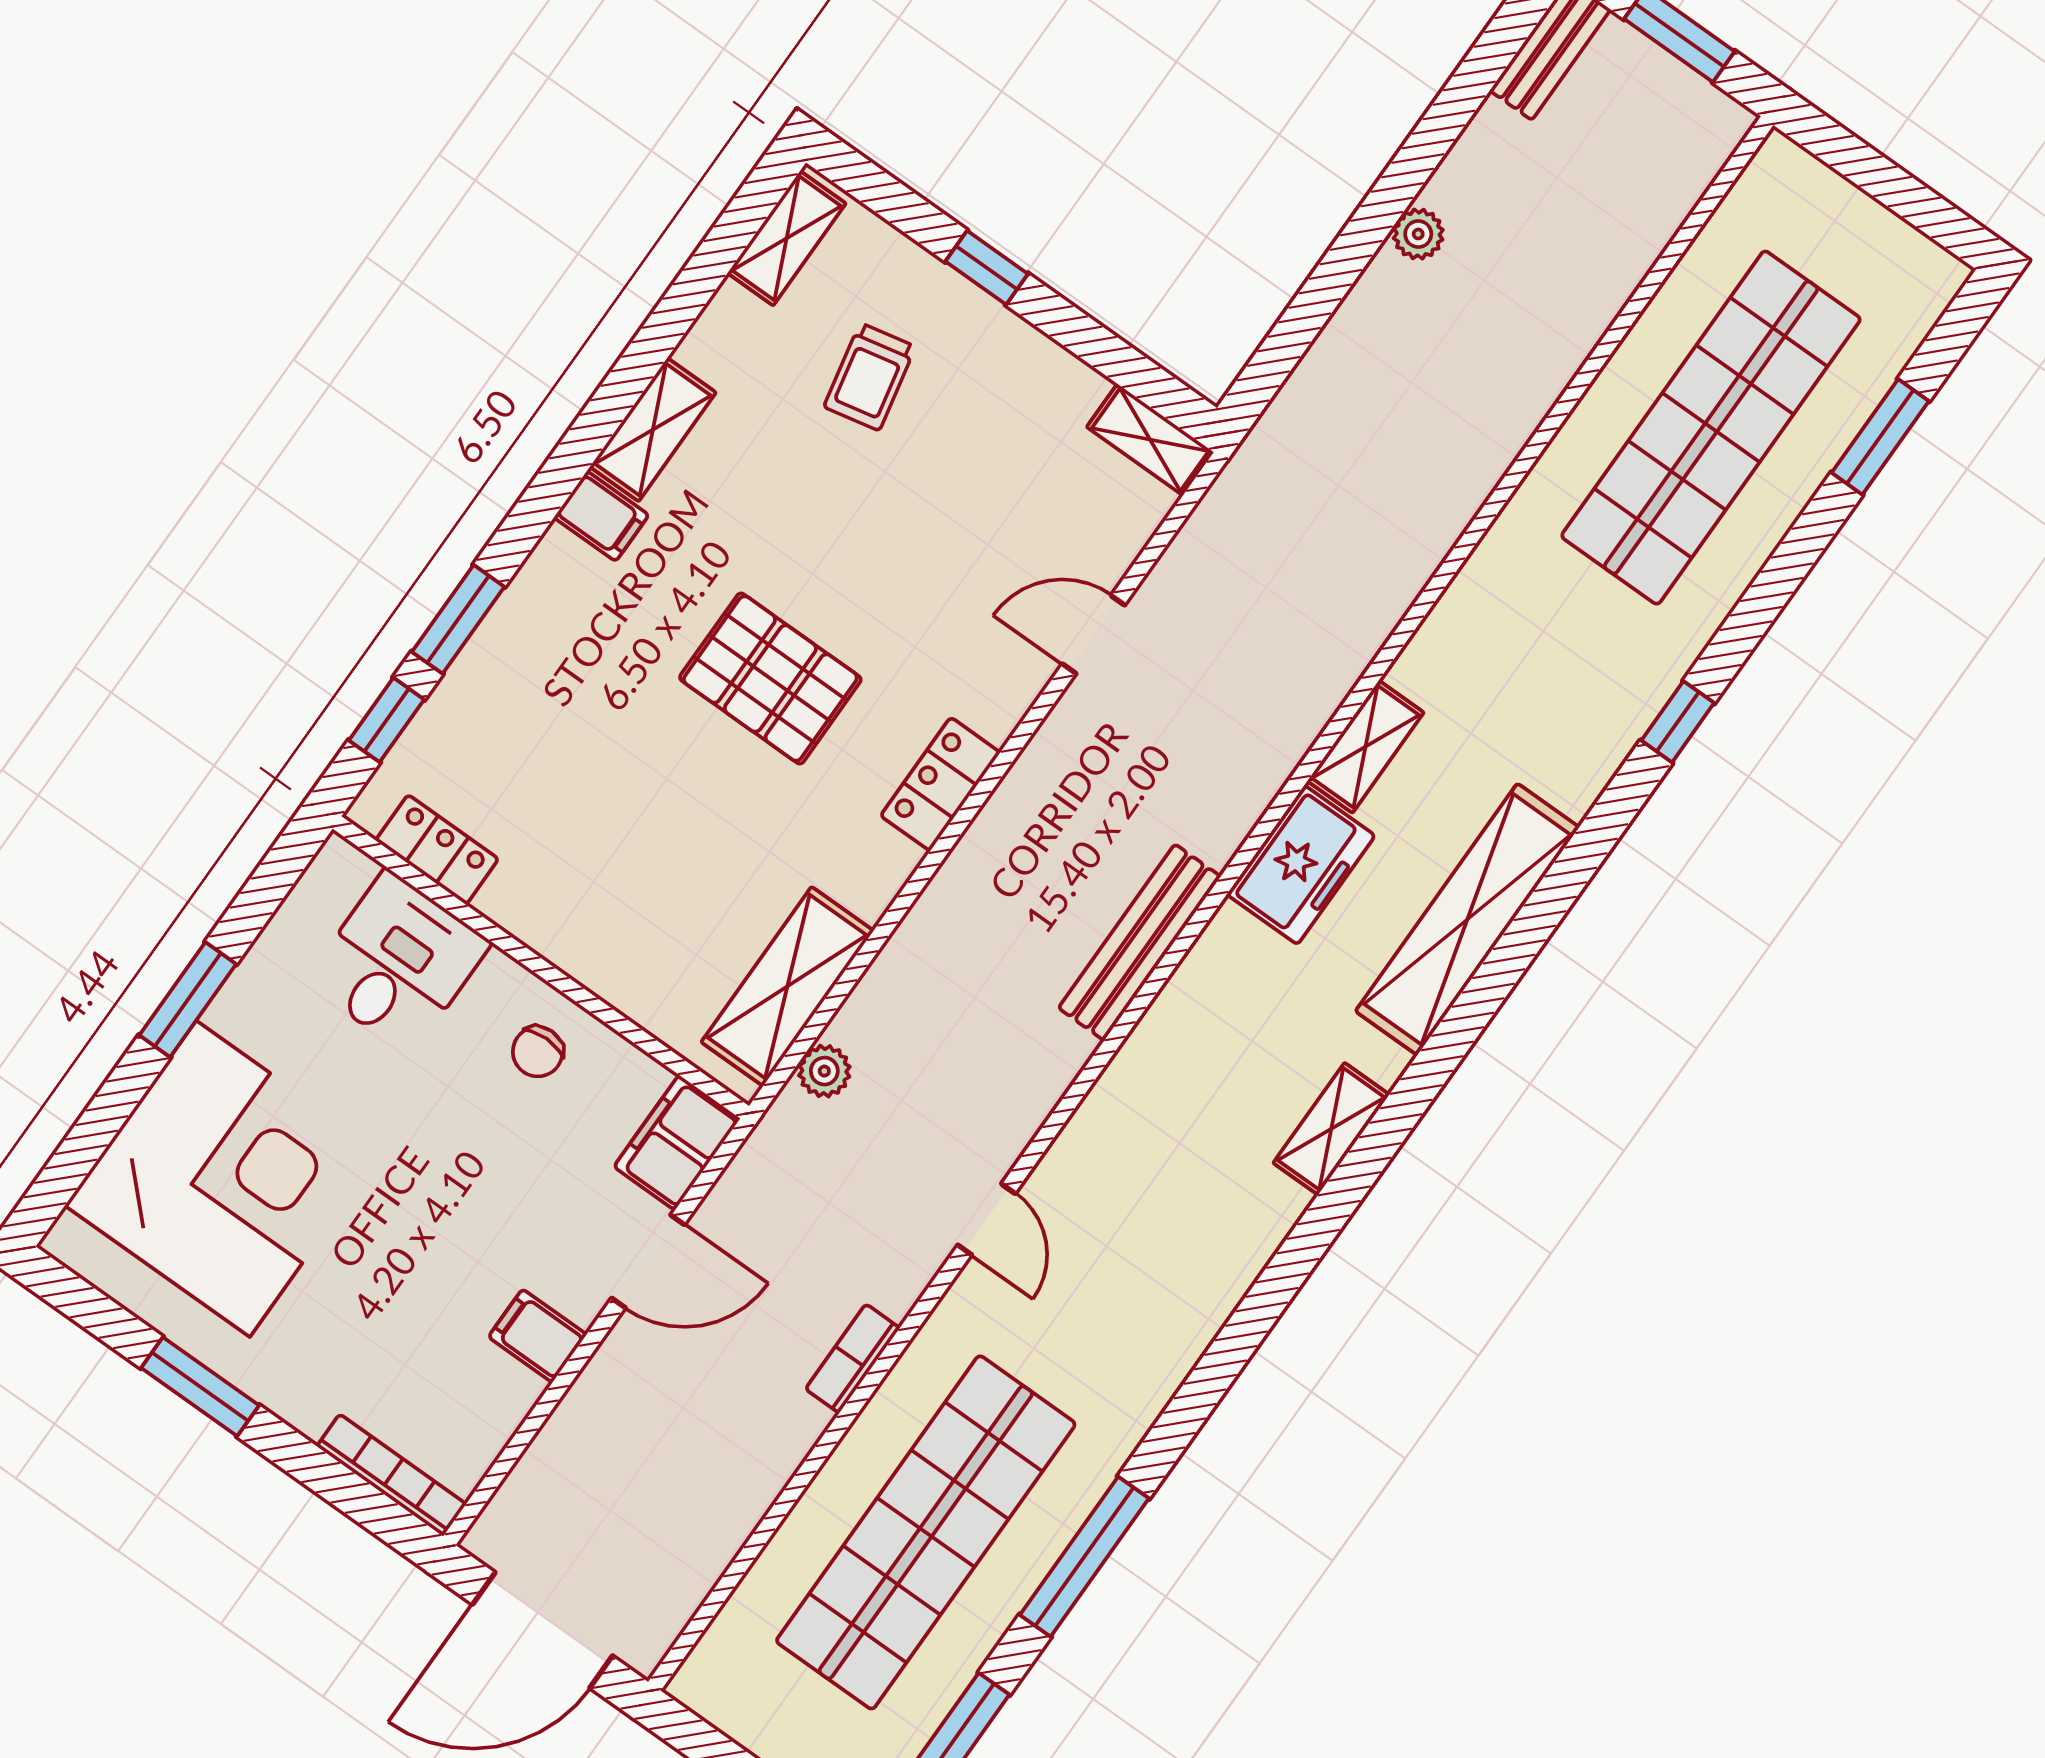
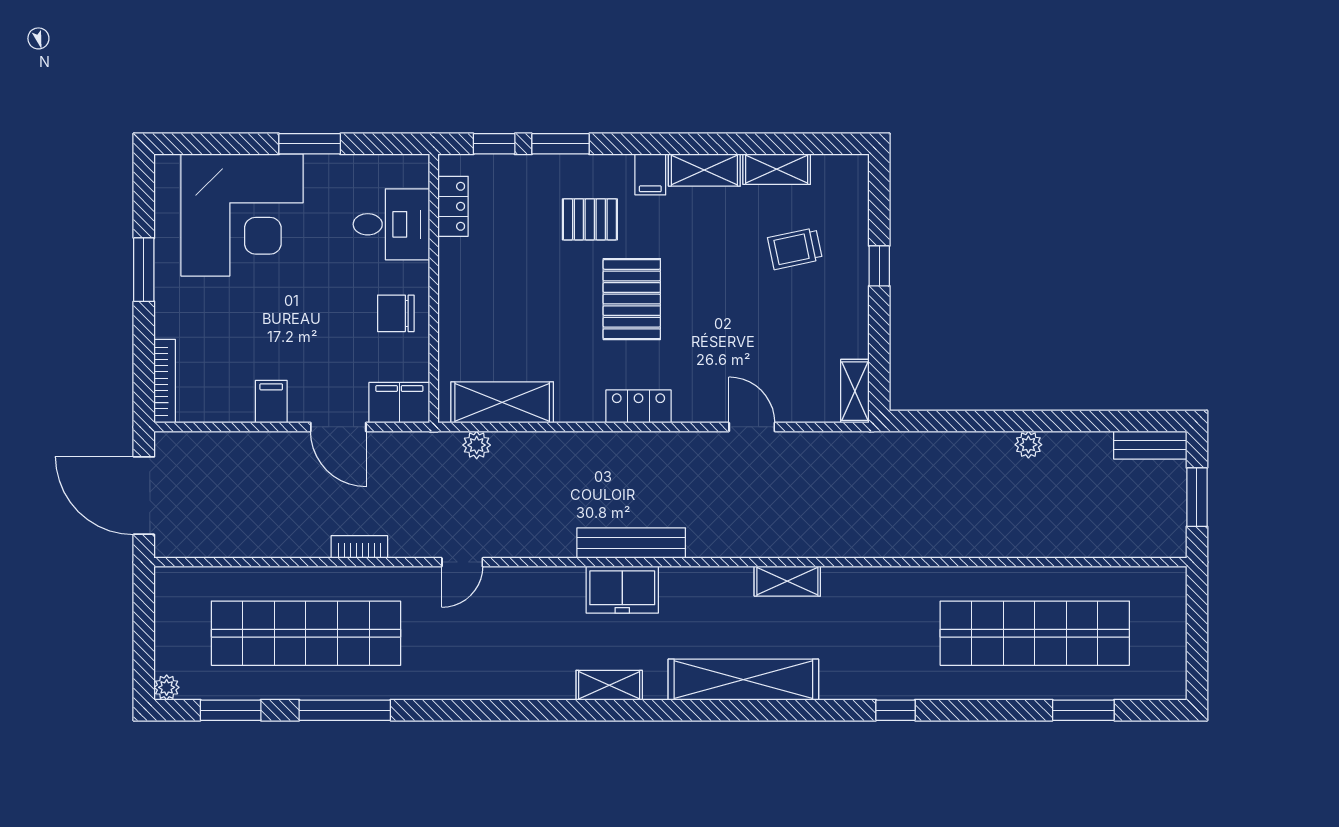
shelving: (787, 238) -> (777, 169), moved
pallet: (604, 656) -> (590, 219), added
freezer: (1301, 865) -> (622, 590), moved
chair: (538, 1052) -> (396, 313), width x1.37, depth x1.37

